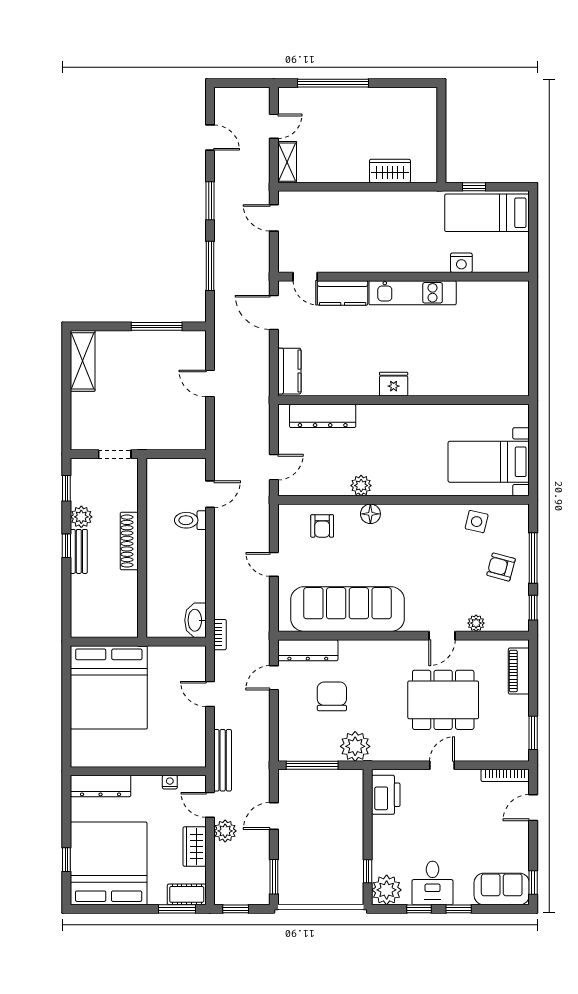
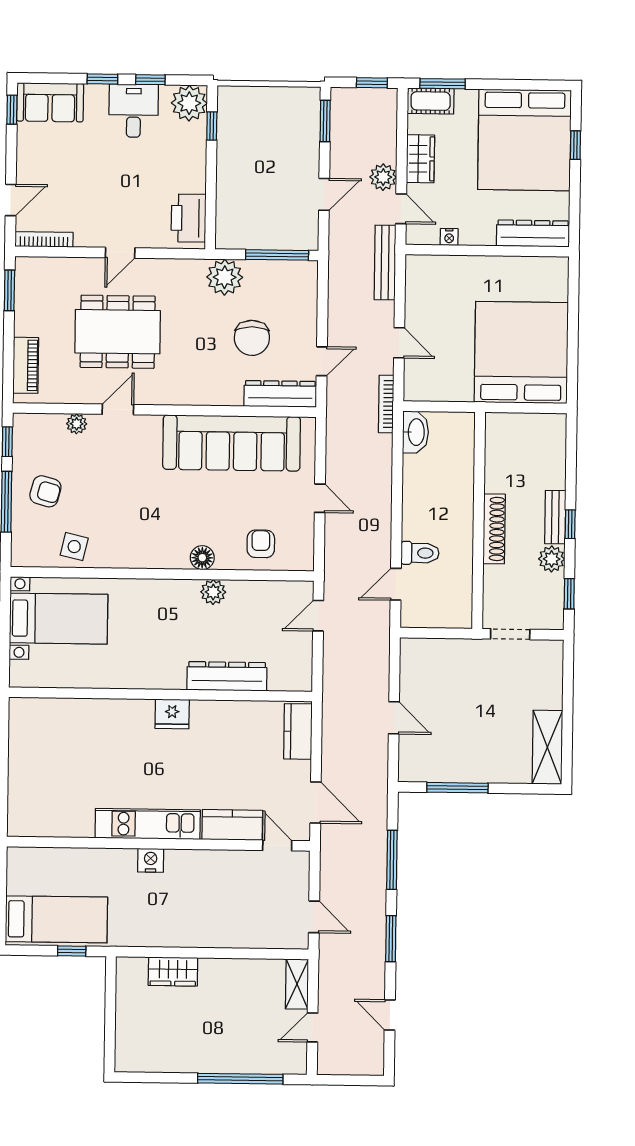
nightstand: (461, 263) -> (151, 860), moved
dresser: (323, 416) -> (227, 676), moved
bookcase: (220, 635) -> (386, 404), width x1.56

